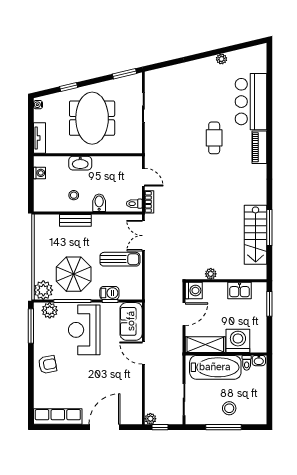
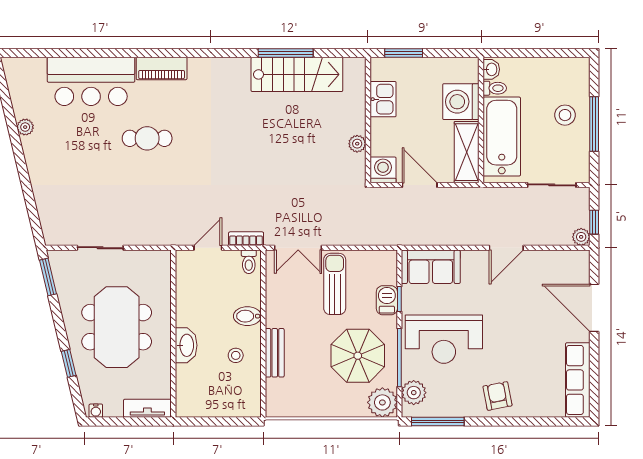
meeting table: (92, 118) -> (117, 327), turned 90
washing machine: (40, 173) -> (201, 408), removed
door: (143, 353) -> (506, 248), moved

